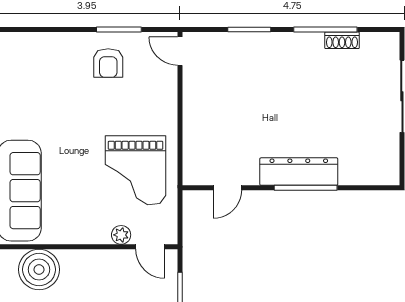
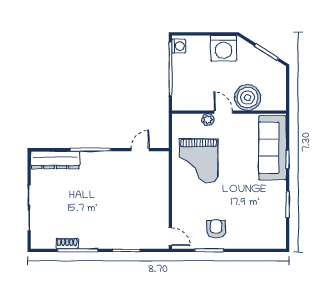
grand piano: (136, 170) -> (199, 161), turned 180
dresser: (299, 172) -> (55, 160), moved
door: (150, 247) -> (223, 112), moved
boiler: (39, 270) -> (248, 98), moved

